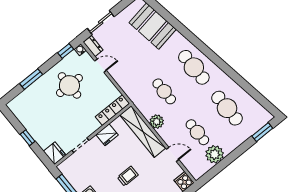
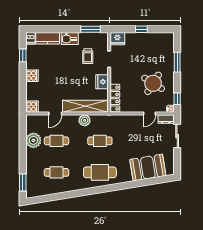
round table: (69, 85) -> (153, 83), turned 32
cafe table: (227, 108) -> (57, 172), width x0.73, depth x0.74
trolley: (128, 176) -> (88, 56), moved

